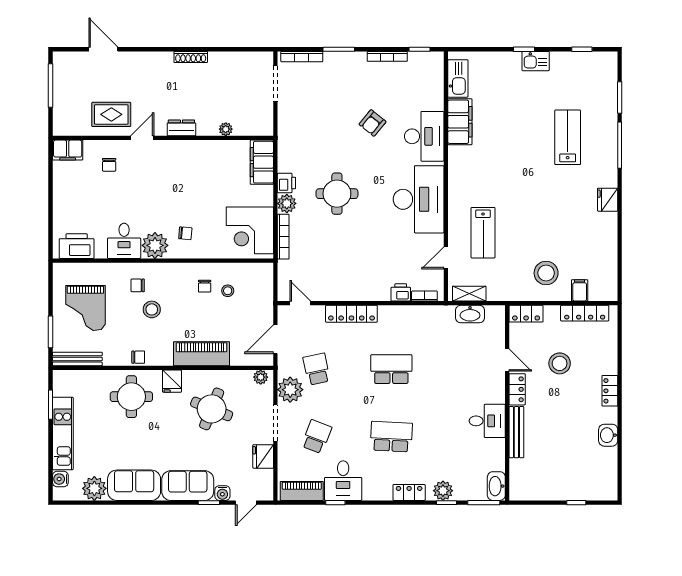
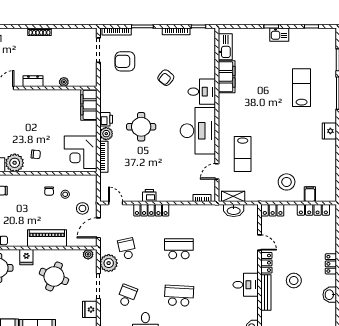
armchair: (314, 100) -> (125, 61), added
desk: (424, 136) -> (202, 92), width x0.73
printer: (401, 292) -> (149, 195), moved
stool: (152, 309) -> (82, 208), moved
stool: (560, 363) -> (294, 281), moved

